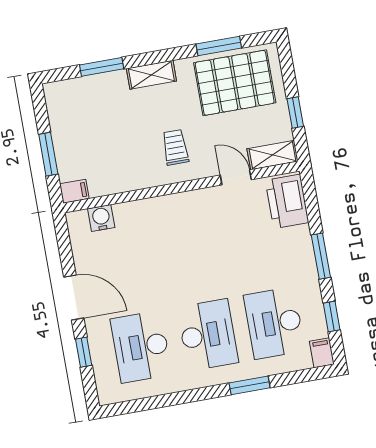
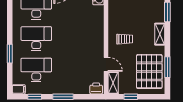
door: (236, 177) -> (106, 64), hinge flipped
printer: (287, 201) -> (96, 88), width x0.53, depth x0.68
desk: (208, 335) -> (36, 39), turned 180

